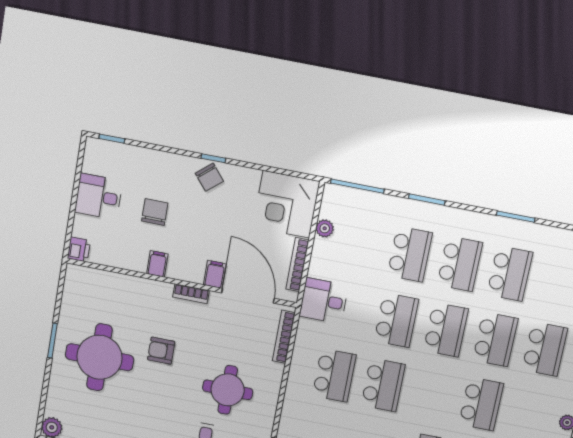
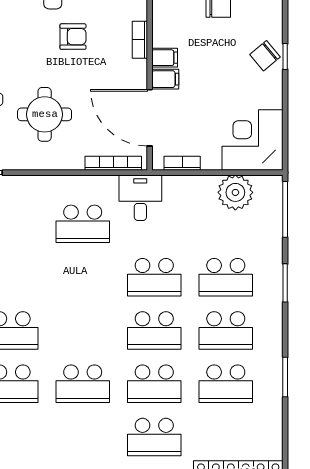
plant: (325, 228) -> (235, 192), width x1.88, depth x1.88
filing cabinet: (157, 264) -> (165, 58), moved
bookcase: (297, 265) -> (182, 163), width x0.64
bookcase: (191, 294) -> (140, 40), moved
door: (248, 296) -> (150, 118), swing flipped
desk: (324, 301) -> (140, 198), moved
armchair: (161, 351) -> (73, 37), turned 90
school desk: (383, 385) -> (83, 277), removed

